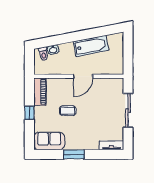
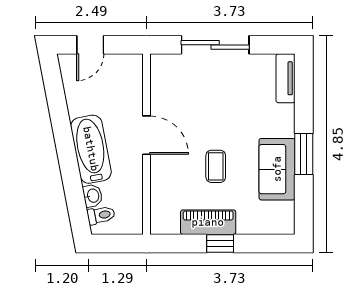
bathtub: (91, 46) -> (91, 149), moved
door: (128, 48) -> (90, 45), added
piano: (40, 92) -> (208, 222), moved
sofa: (49, 141) -> (277, 169), moved

